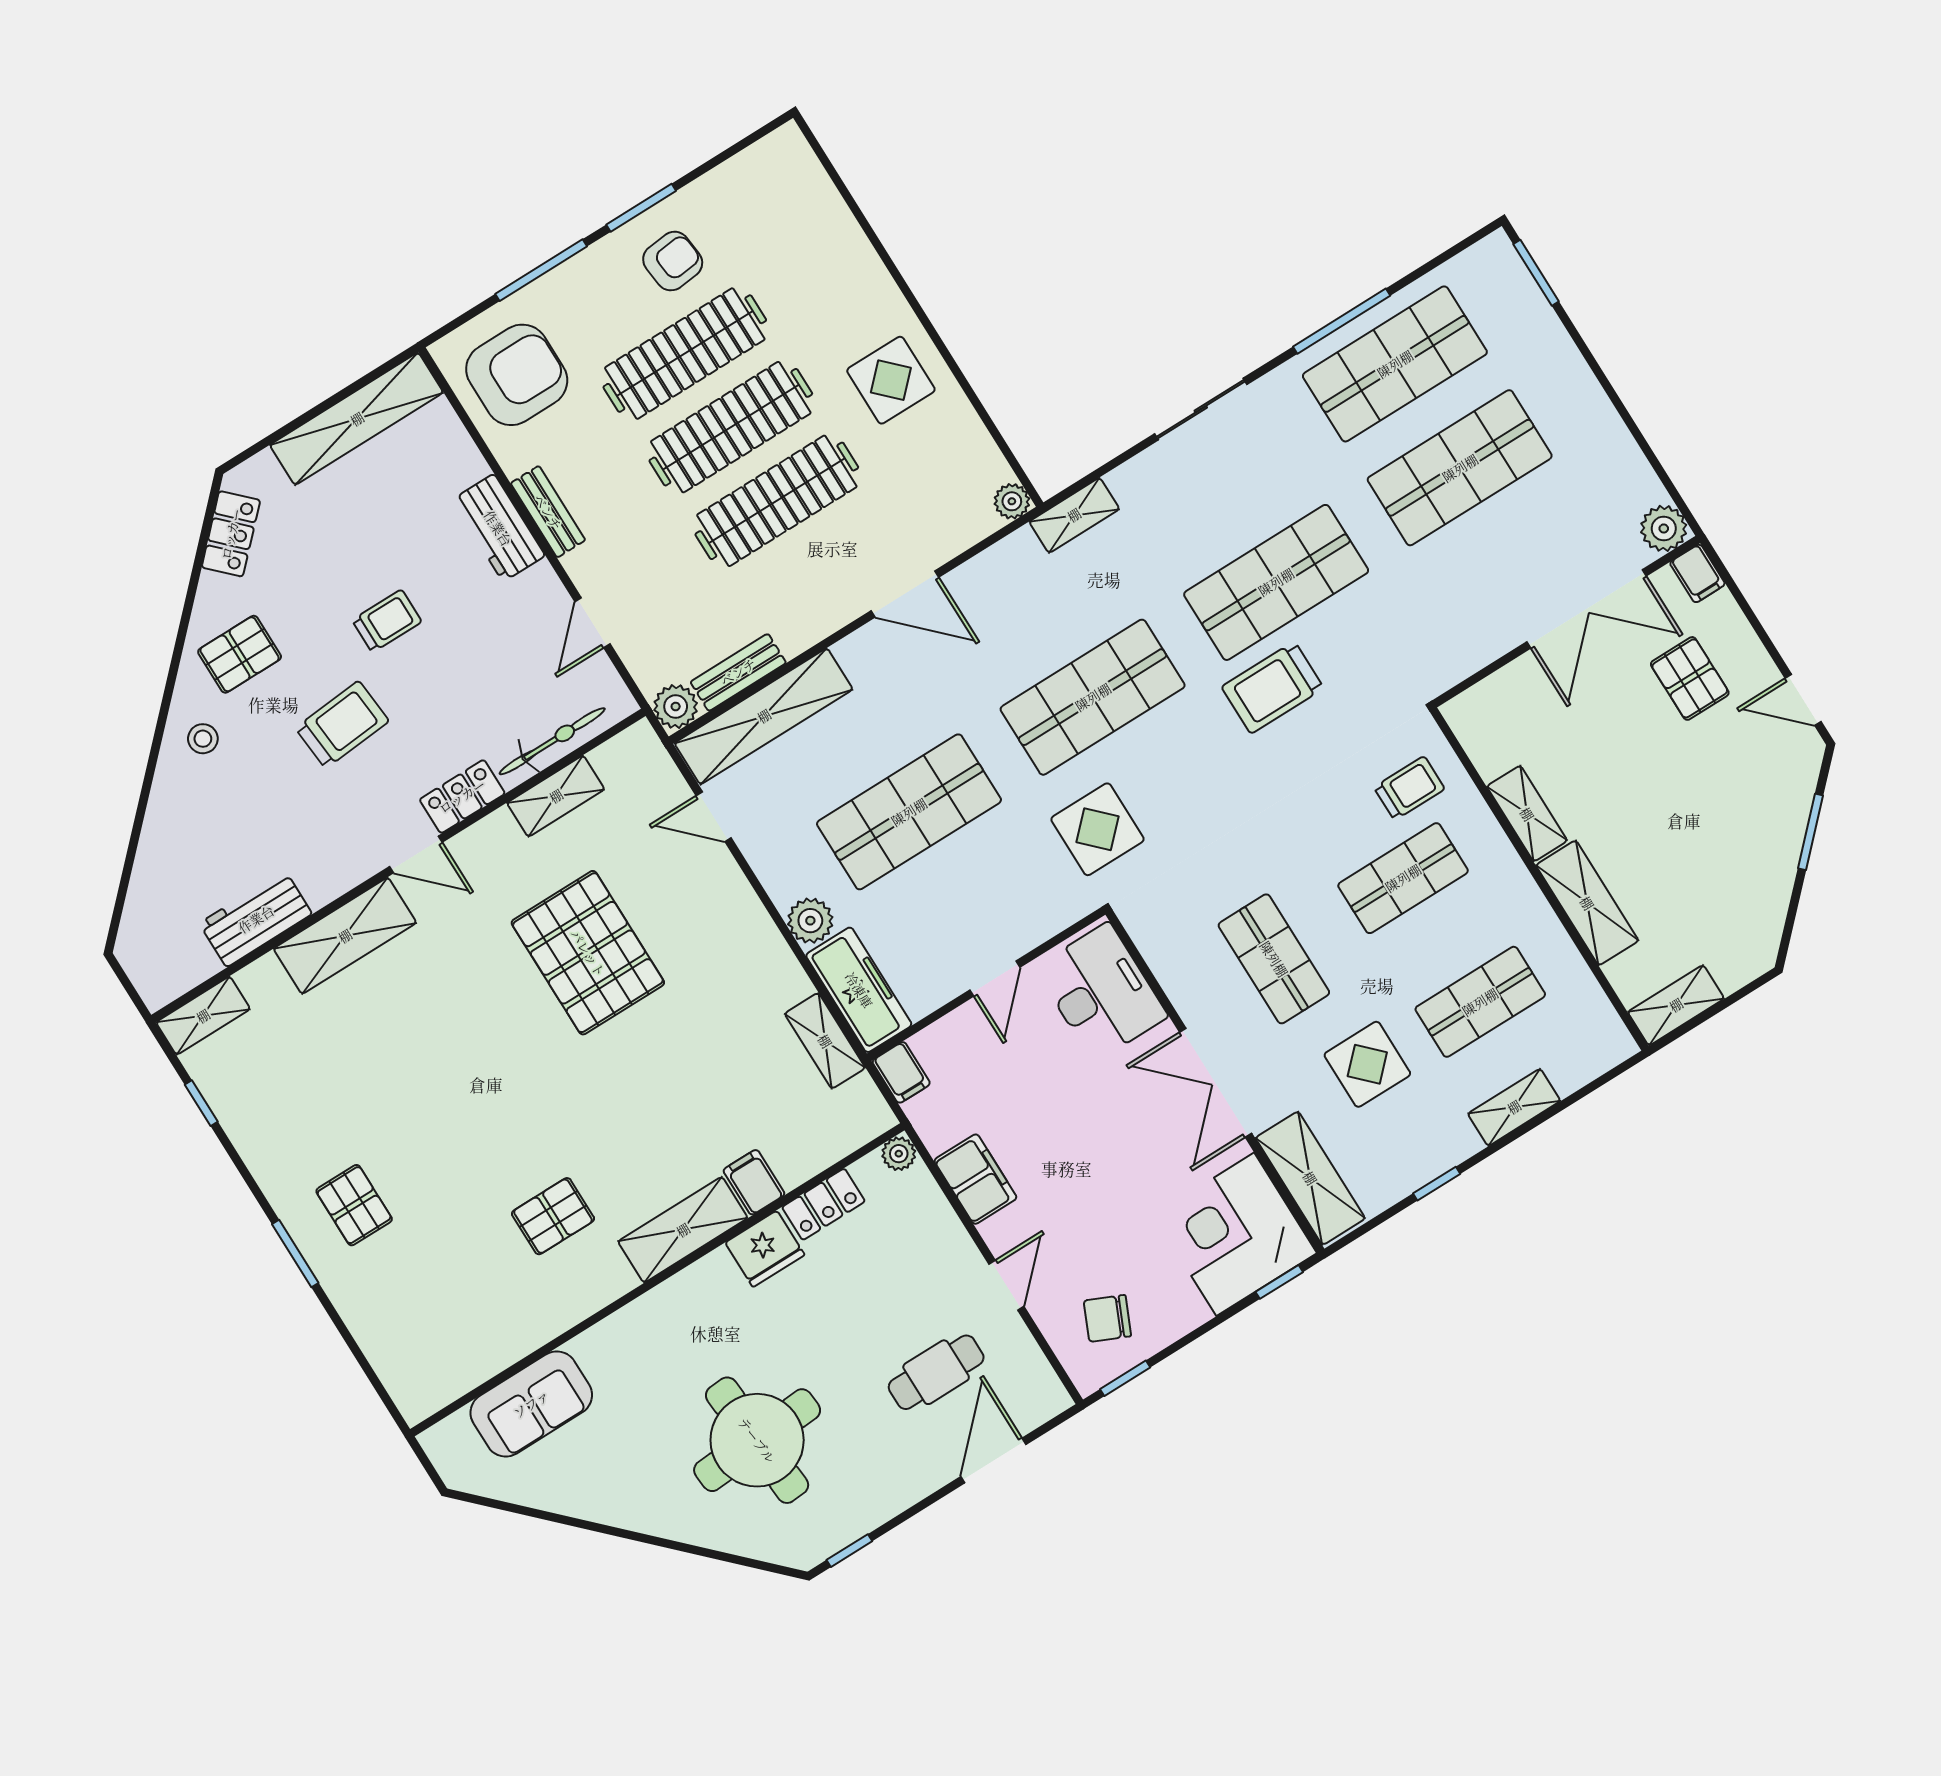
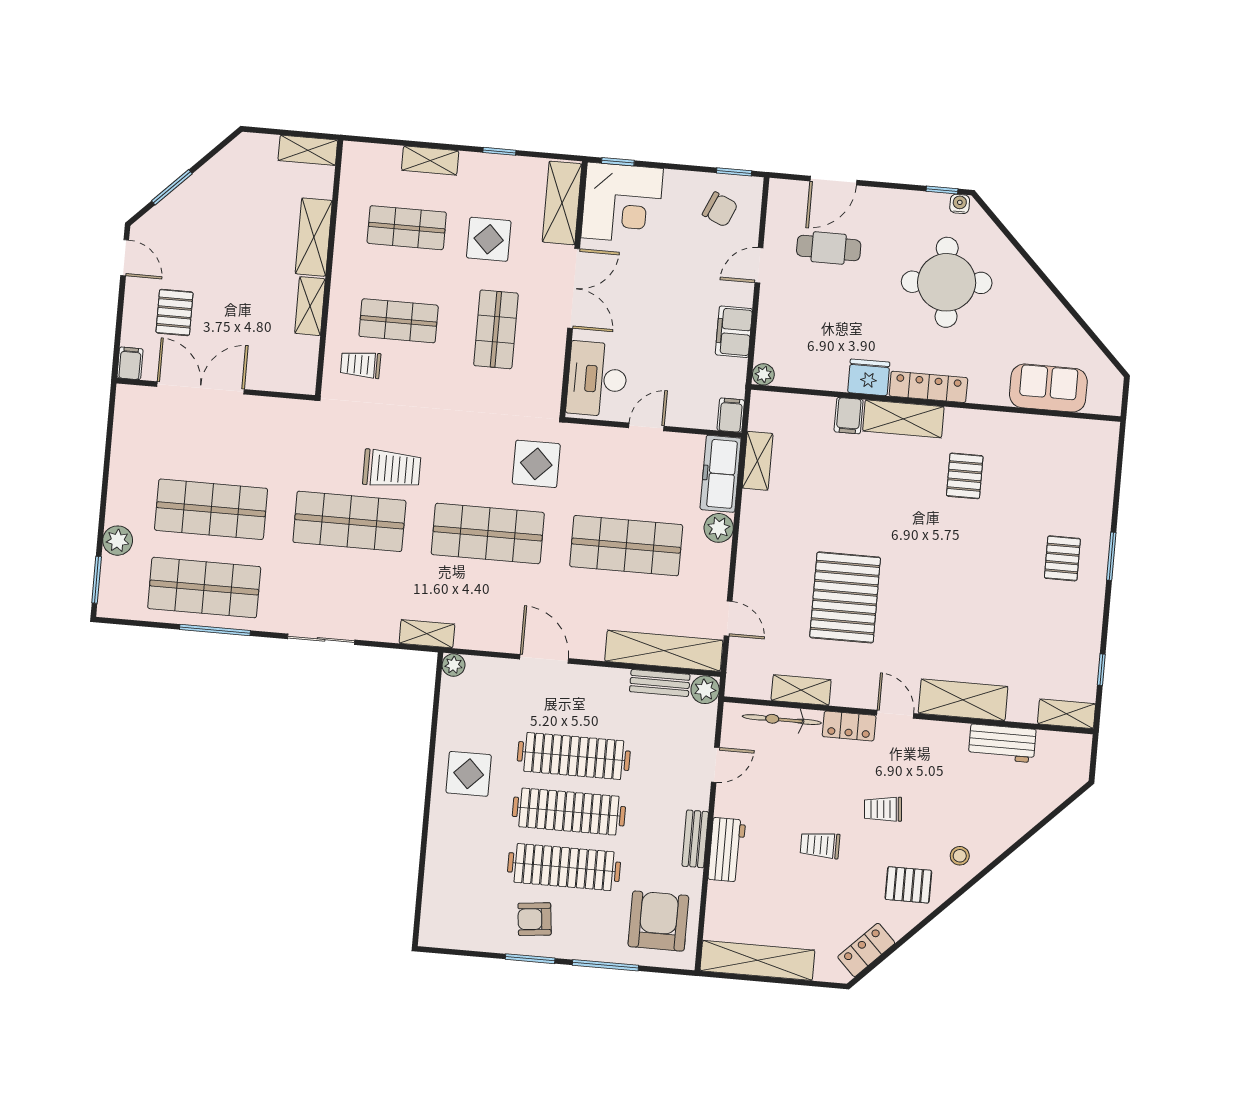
armchair: (517, 375) -> (658, 921), turned 90
plant: (1664, 528) -> (118, 541), moved
trolley: (342, 725) -> (883, 809), width x0.73, depth x0.72
locker: (824, 1204) -> (928, 387), moved, width x1.53
pallet: (553, 1216) -> (965, 476), turned 90
water cooler: (814, 1550) -> (960, 204), added

